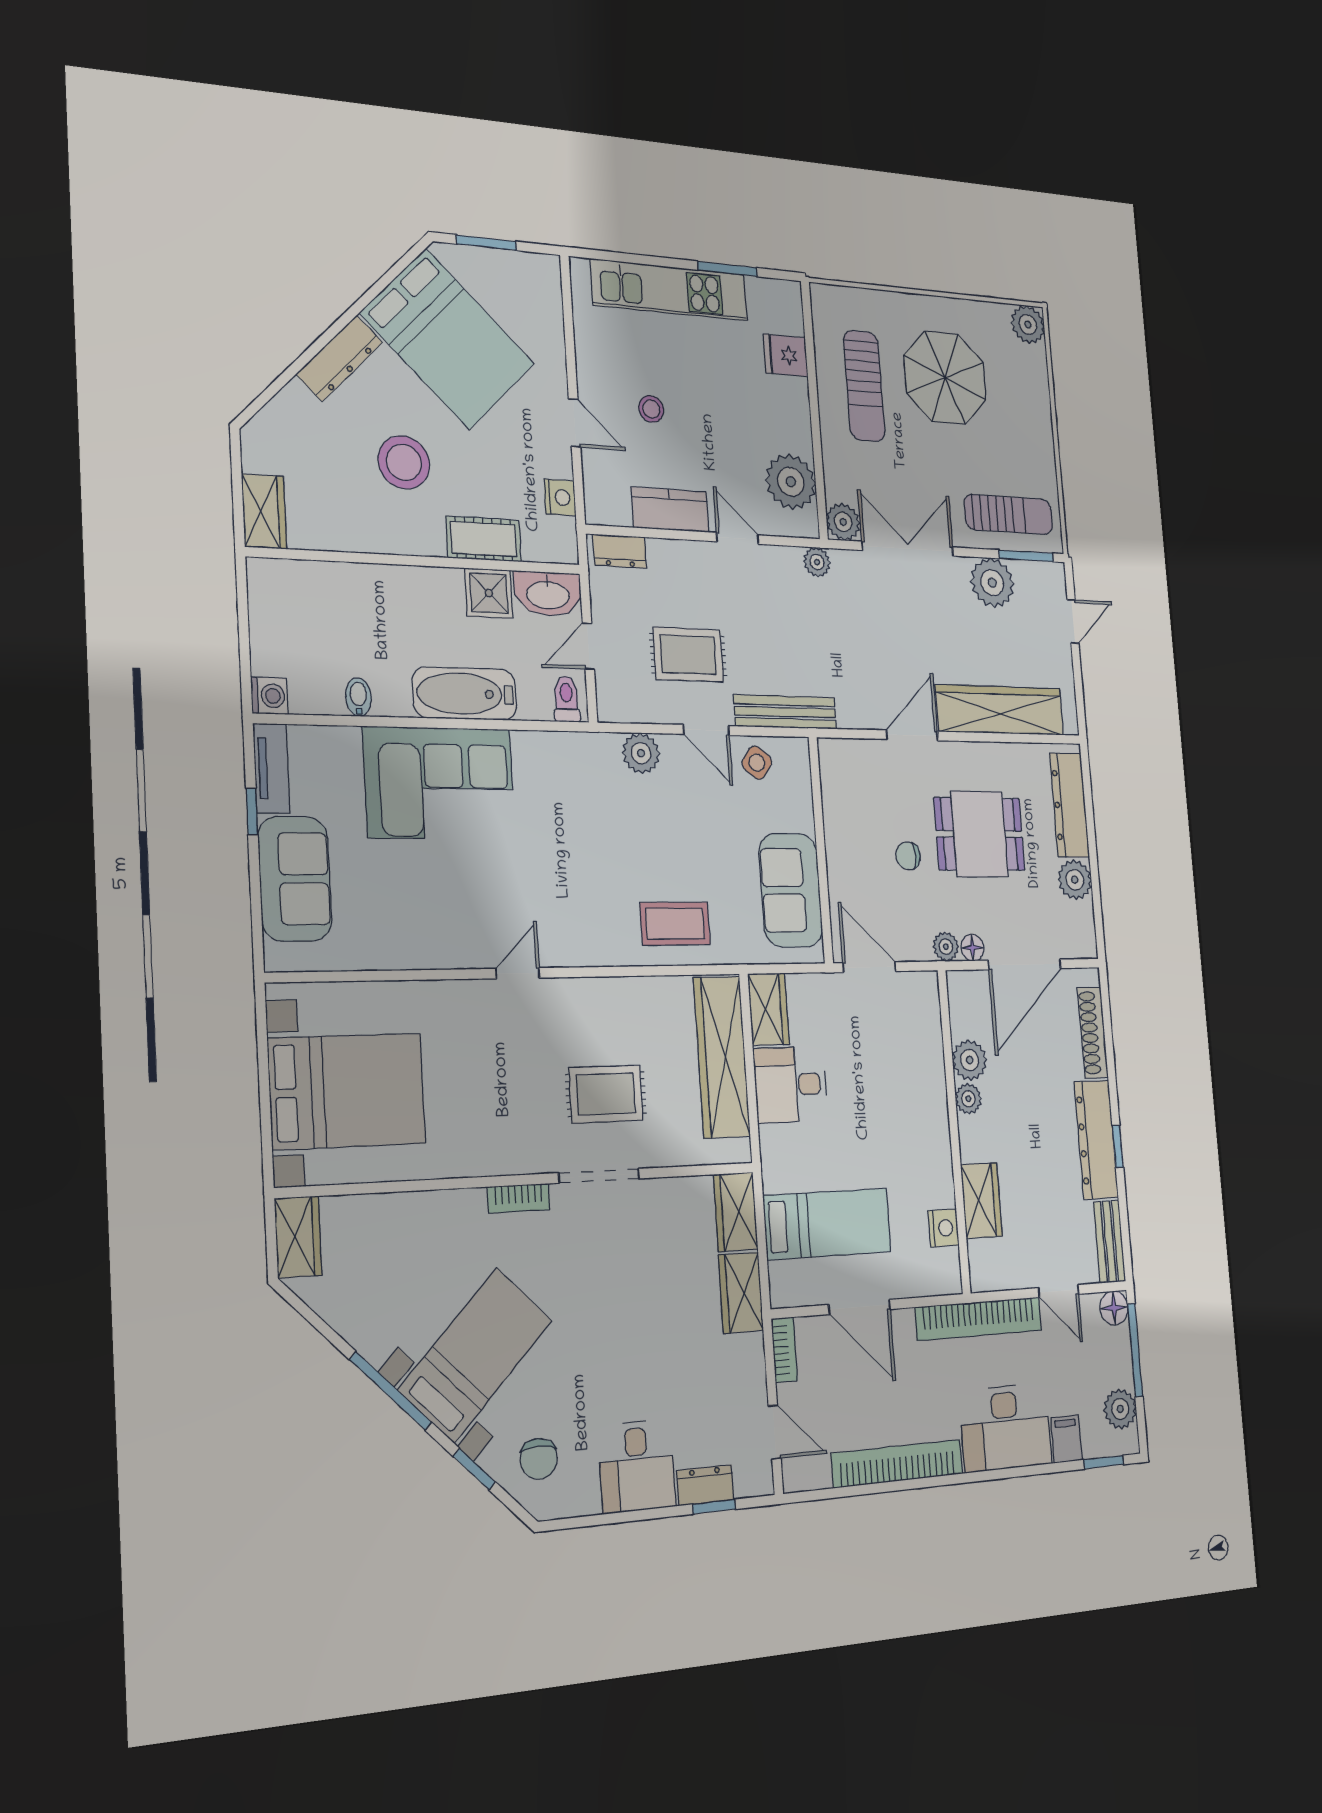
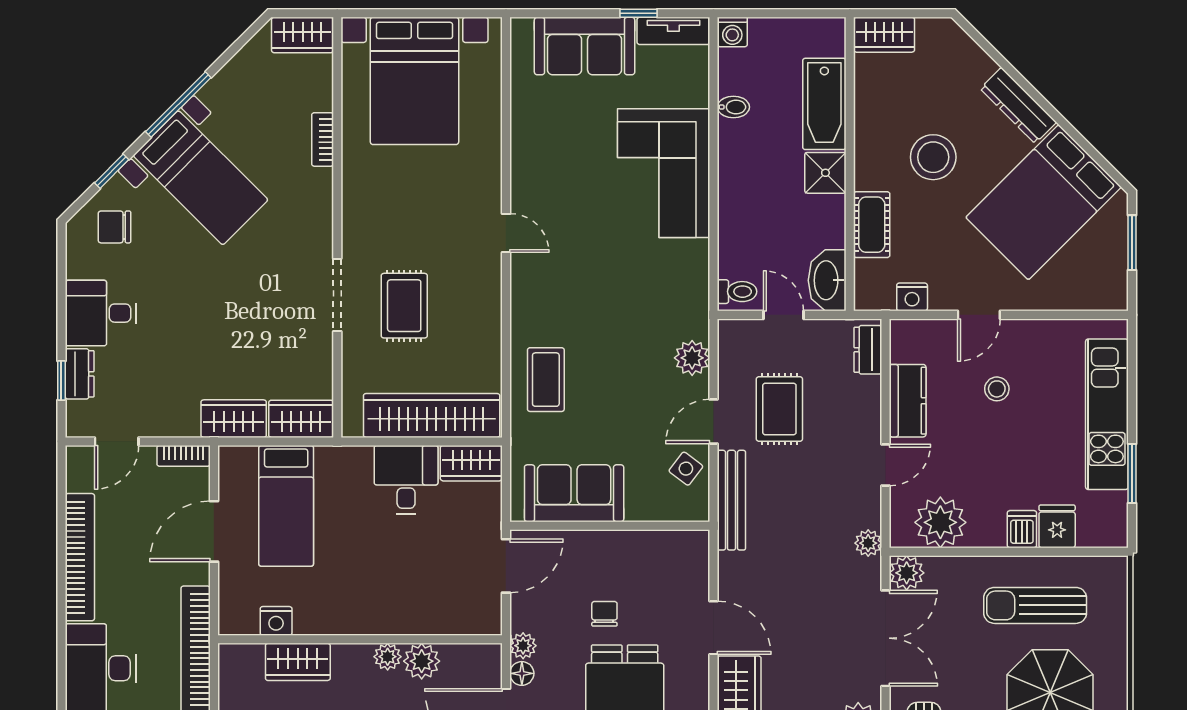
dishwasher: (791, 394) -> (1022, 529), added
shower: (489, 593) -> (825, 173), moved
bathtub: (465, 694) -> (824, 104), moved, turned 180
bookcase: (519, 1198) -> (323, 139), moved

